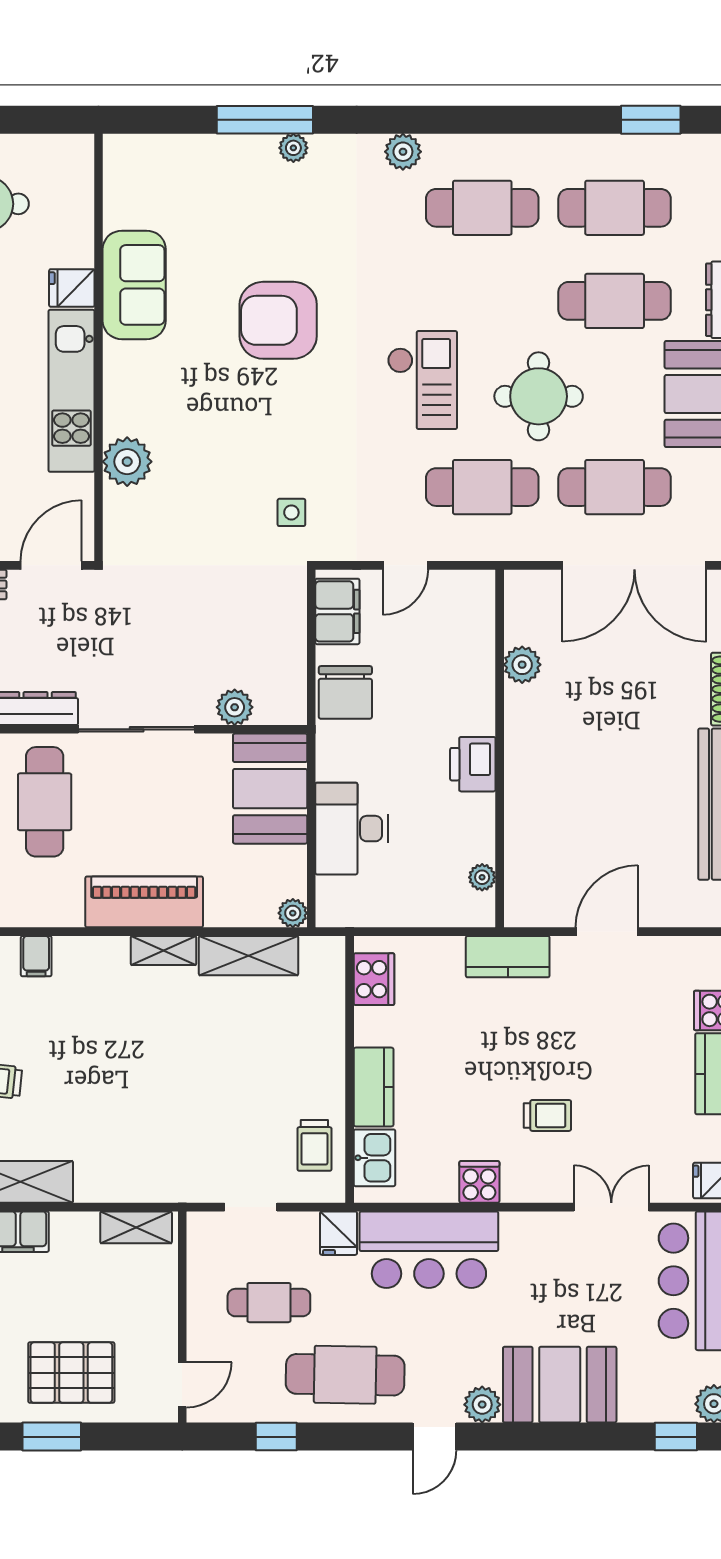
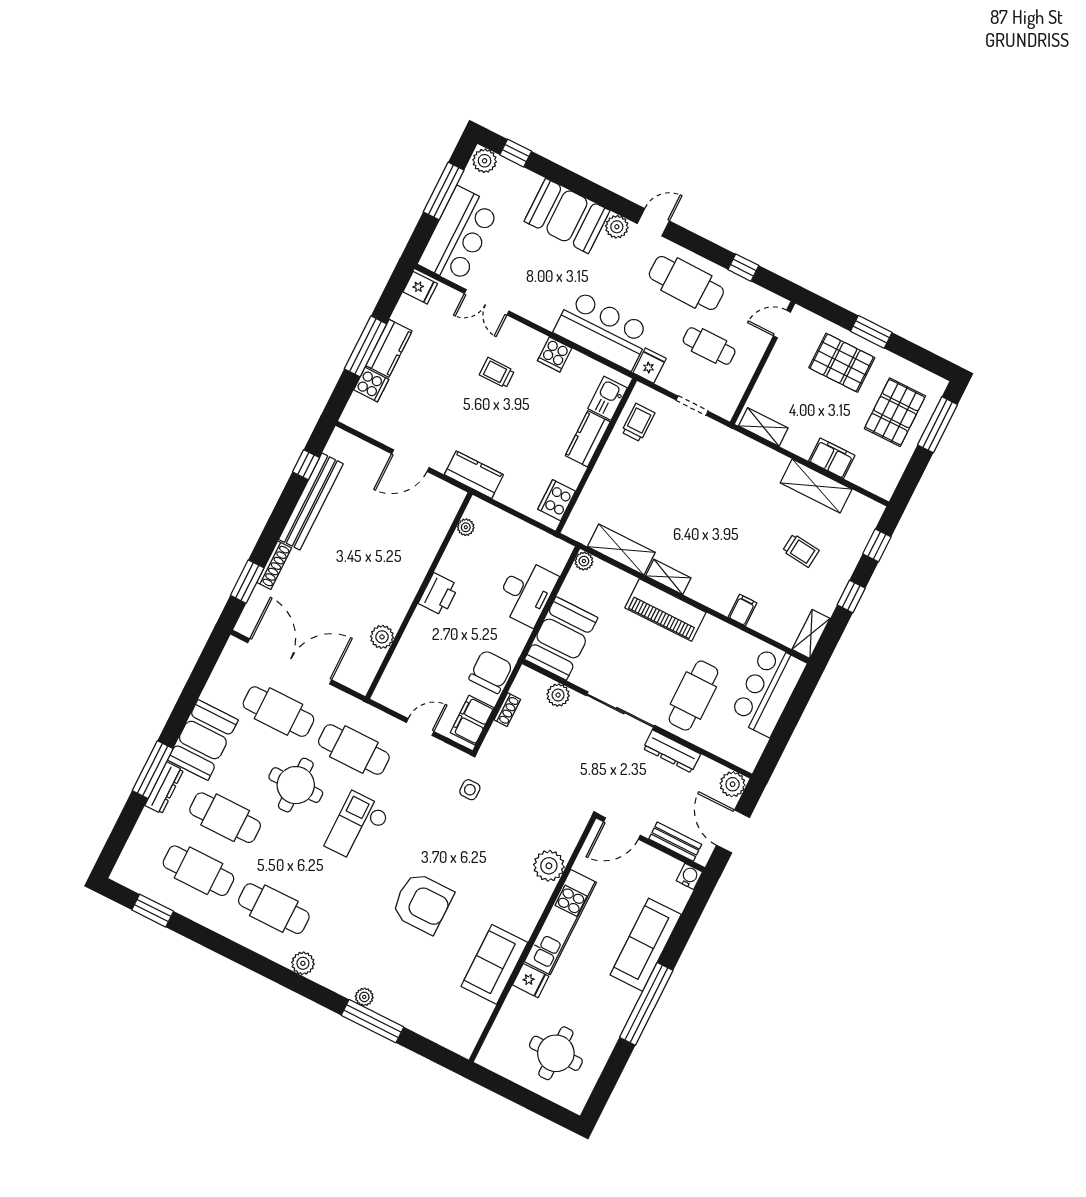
shoe rack: (295, 651) -> (507, 710), added

